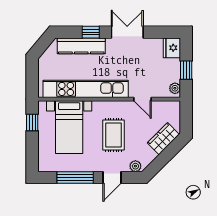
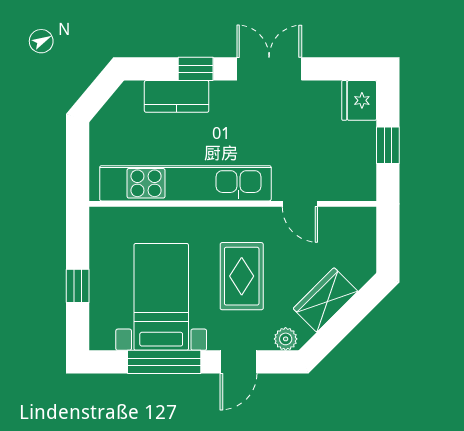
kitchen counter: (81, 46) -> (177, 96), width x0.67
plant: (175, 88) -> (365, 182), removed
window: (32, 123) -> (78, 286), moved
bed with nightstands: (69, 127) -> (161, 297), moved, turned 180
wardrobe: (163, 139) -> (325, 300), moved

